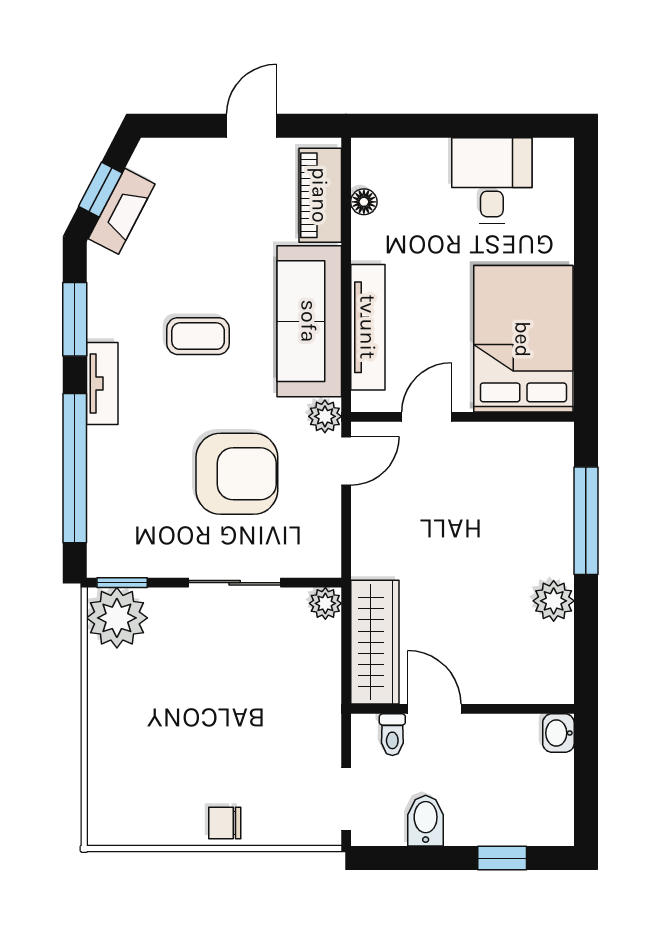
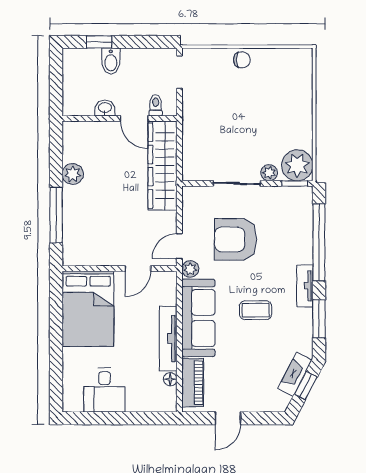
tv unit: (368, 327) -> (168, 339), moved
plant: (325, 603) -> (269, 173), moved
wardrobe: (375, 642) -> (163, 166), width x1.40, depth x1.17
washbasin: (558, 733) -> (105, 108), moved, turned -90
bidet: (426, 821) -> (111, 61), moved

